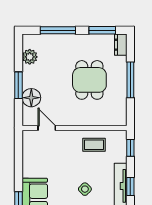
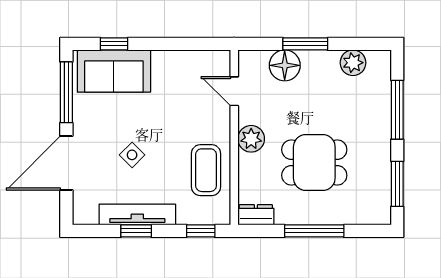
dresser: (121, 45) -> (256, 215), moved
plant: (75, 118) -> (251, 139), added
door: (47, 128) -> (234, 91), swing flipped
coffee table: (94, 145) -> (206, 170), width x1.36, depth x1.30

